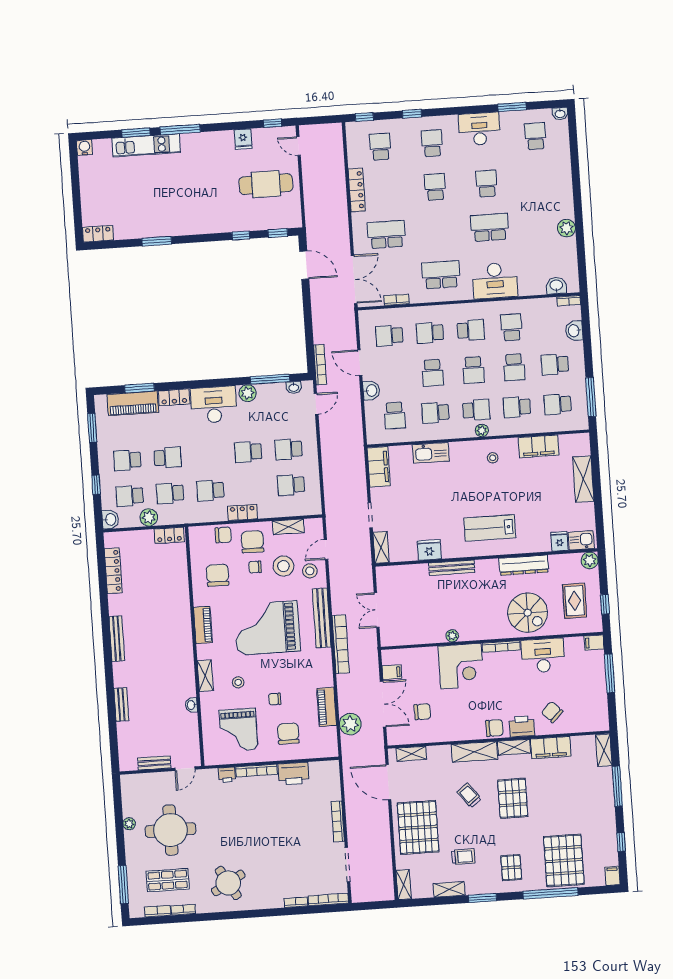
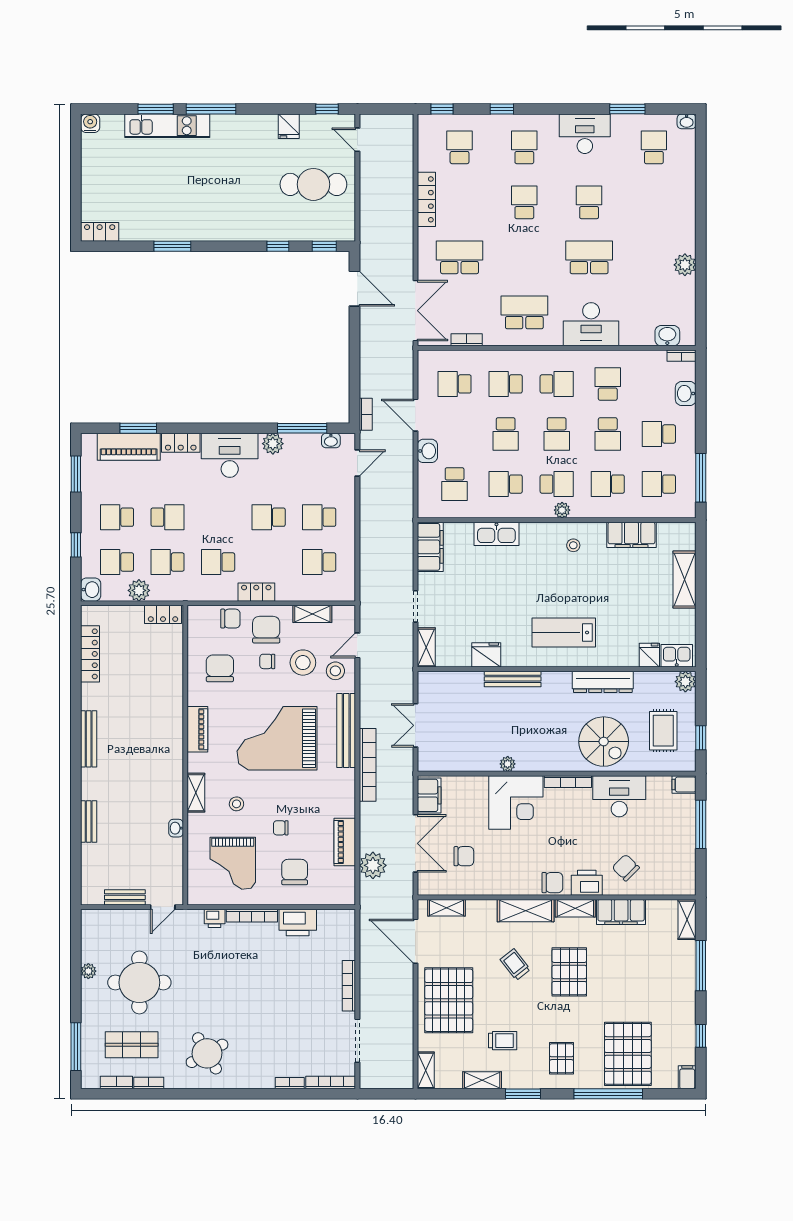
bookcase: (320, 365) -> (366, 414), width x0.64
filing cabinet: (392, 672) -> (429, 795), width x2.00

